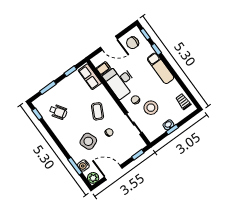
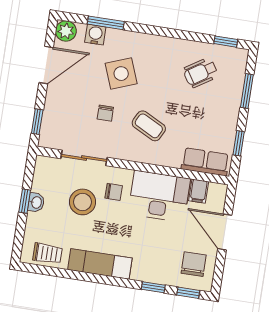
door: (109, 43) -> (225, 232), hinge flipped
exam couch: (161, 68) -> (100, 264), moved

